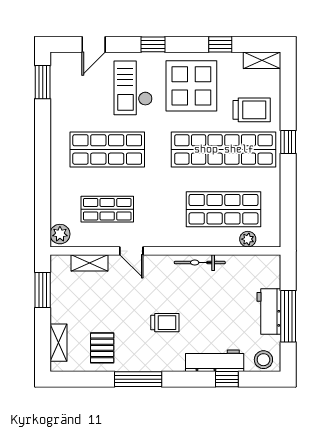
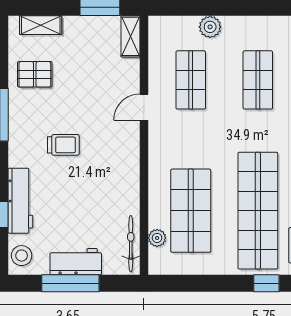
shop shelf: (107, 149) -> (258, 80), width x0.70, depth x0.74
plant: (60, 234) -> (210, 27), moved
shelving: (90, 263) -> (130, 36), moved
bicycle: (200, 263) -> (131, 244), moved
trolley: (165, 323) -> (63, 145), turned -90

